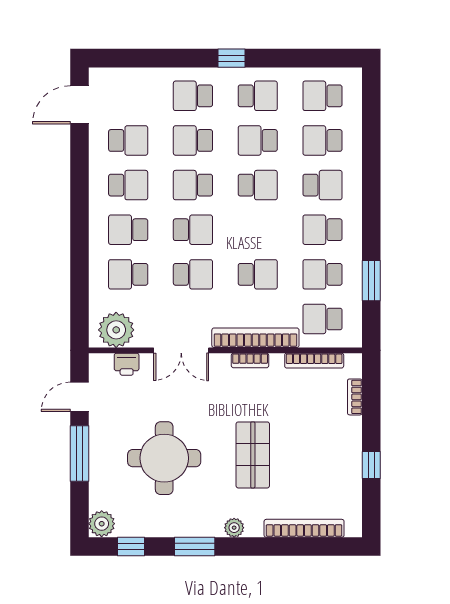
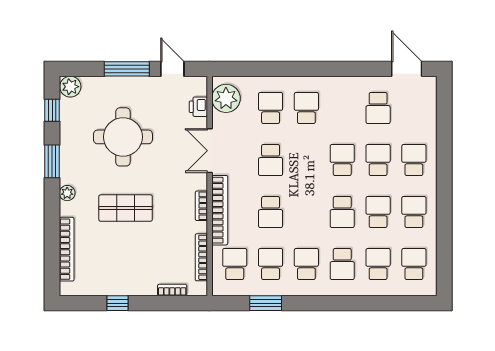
window: (232, 58) -> (444, 191), removed
school desk: (258, 96) -> (414, 212), turned 180
school desk: (128, 185) -> (342, 108), removed
school desk: (193, 230) -> (306, 160), removed

